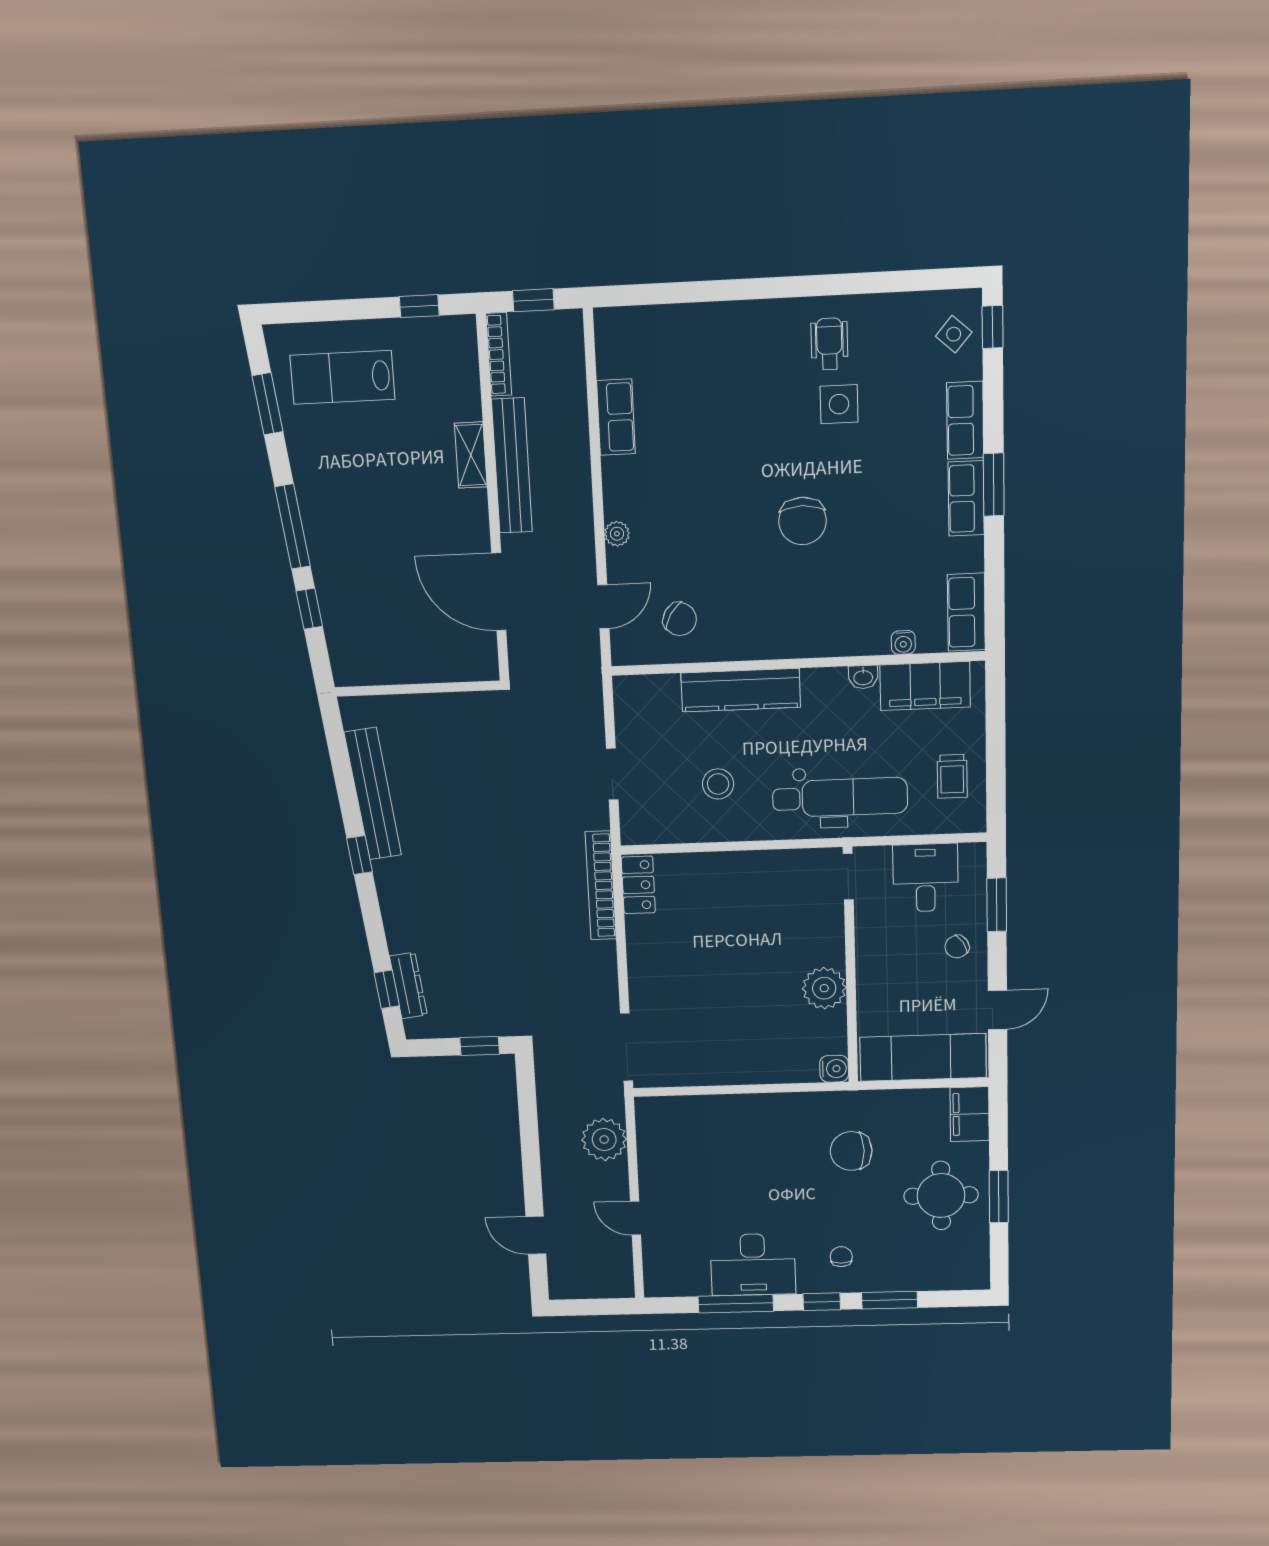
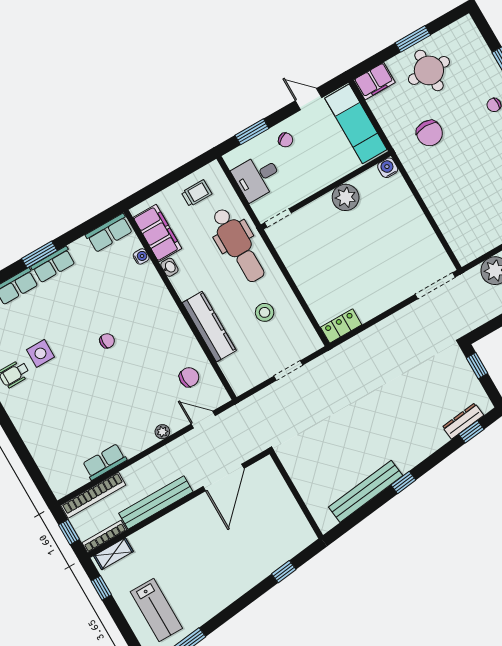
shelving: (471, 455) -> (113, 554), moved
chair: (803, 521) -> (107, 341), width x0.54, depth x0.54
window: (293, 526) -> (245, 600), removed
chair: (680, 619) -> (189, 377), turned 56
dental chair: (840, 797) -> (238, 245), turned 180
bookcase: (601, 885) -> (93, 495), moved

